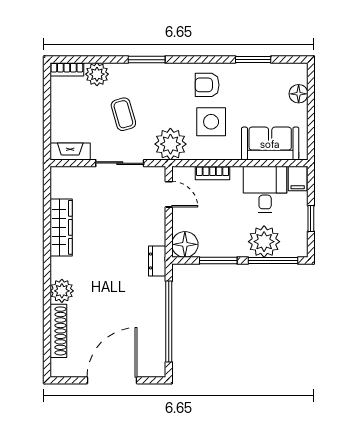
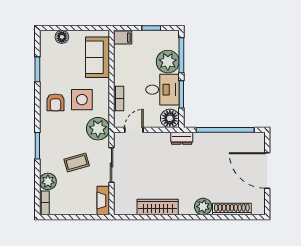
desk: (265, 189) -> (163, 90), moved, turned 180

